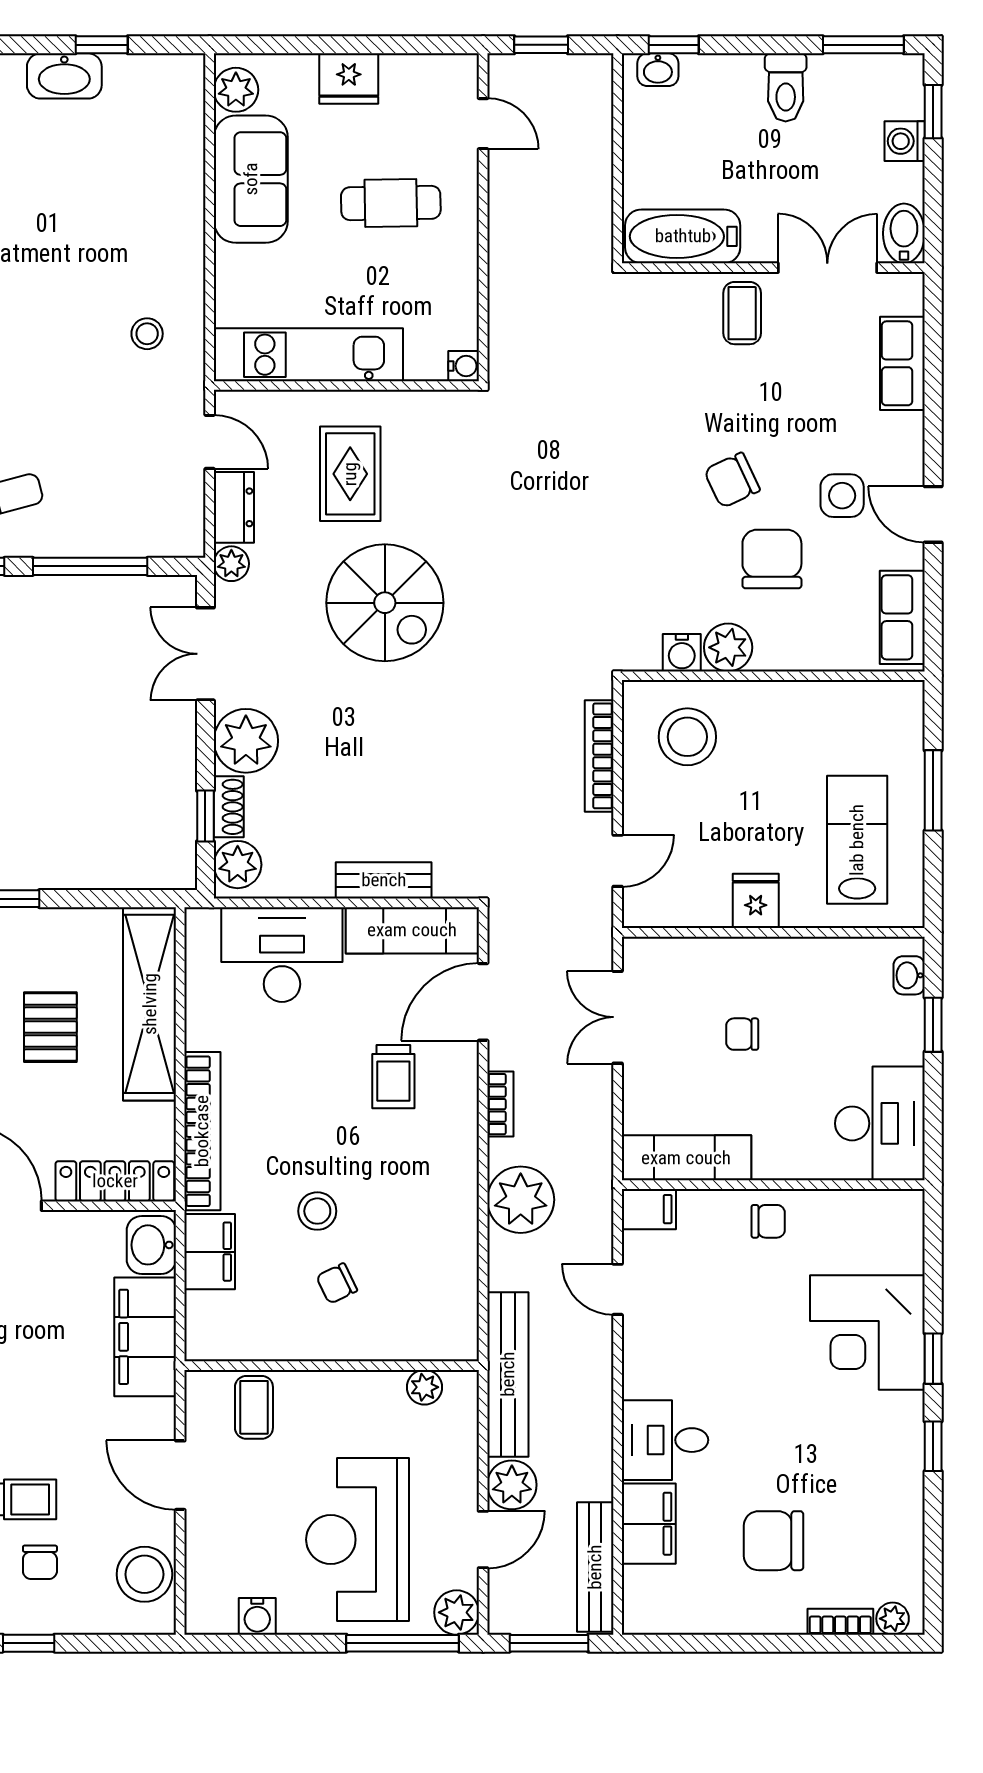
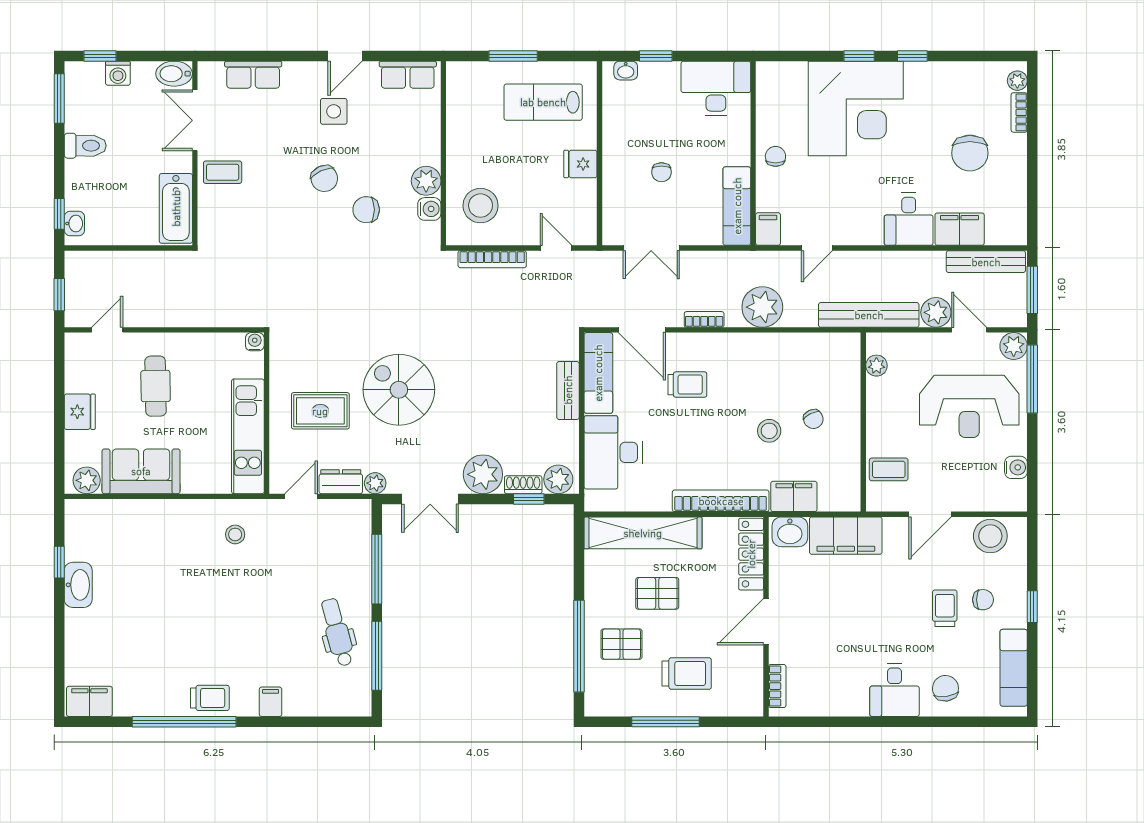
chair: (772, 559) -> (366, 210), moved, width x0.73, depth x0.73
spiral stairs: (385, 603) -> (399, 390), turned -90
corner desk: (867, 1333) -> (856, 109), width x1.36, depth x1.36

